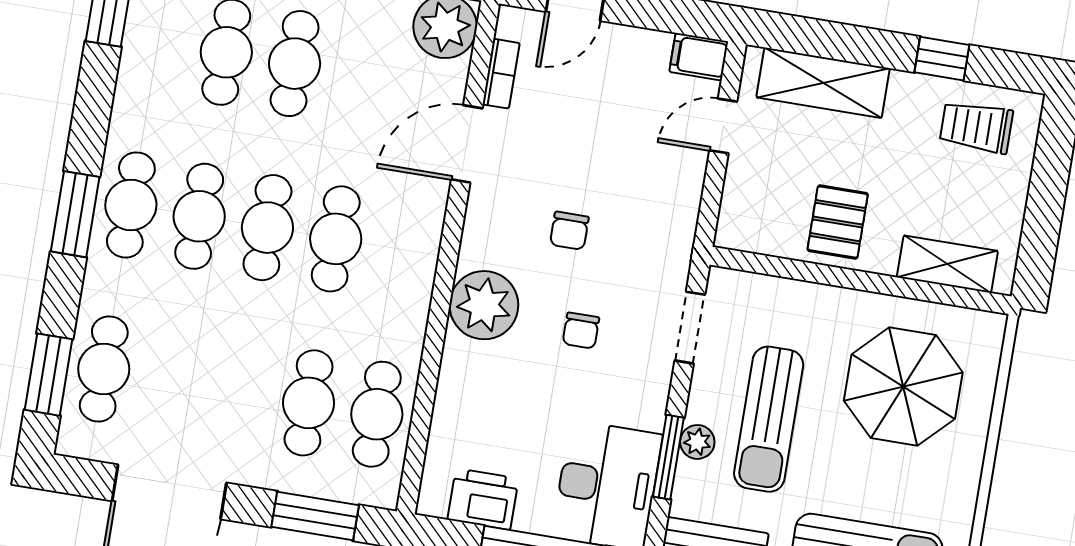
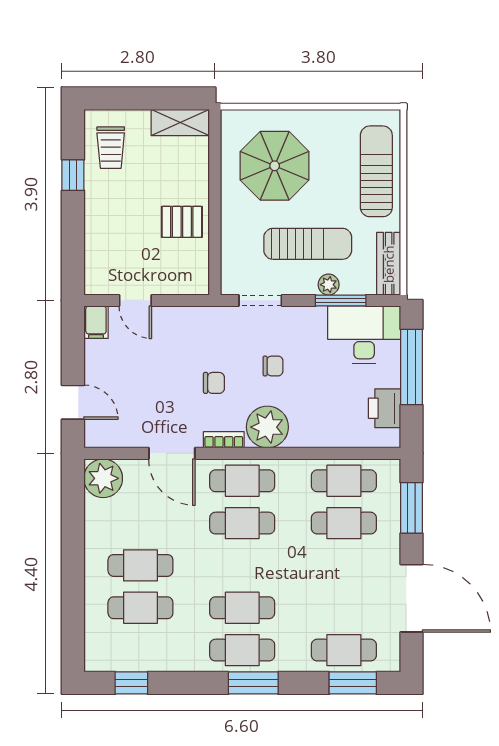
bookcase: (501, 74) -> (224, 440), moved
shelving: (823, 83) -> (99, 245), removed
cafe table: (267, 228) -> (242, 481), moved
shelving: (947, 264) -> (180, 122), moved, turned 90

